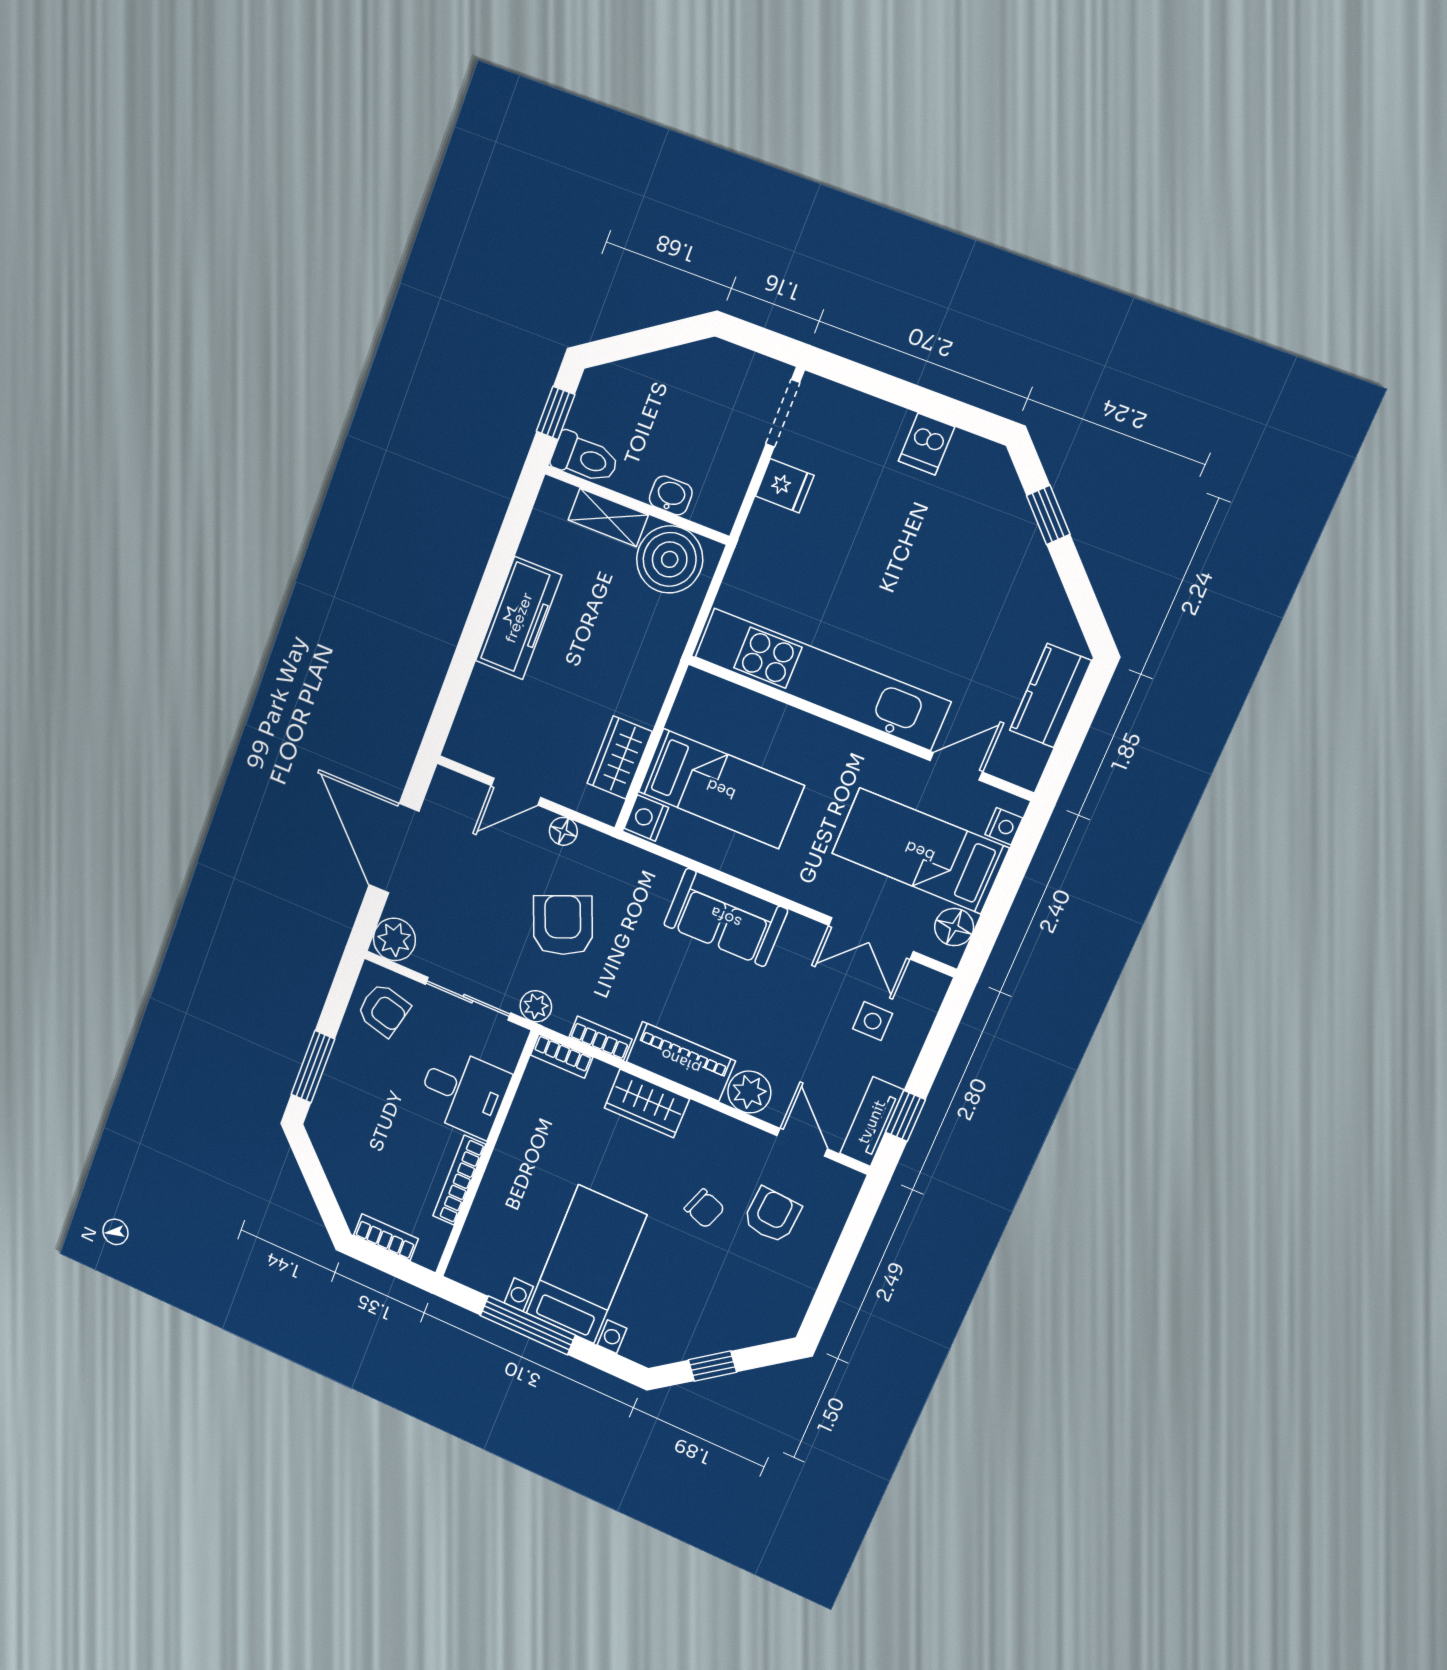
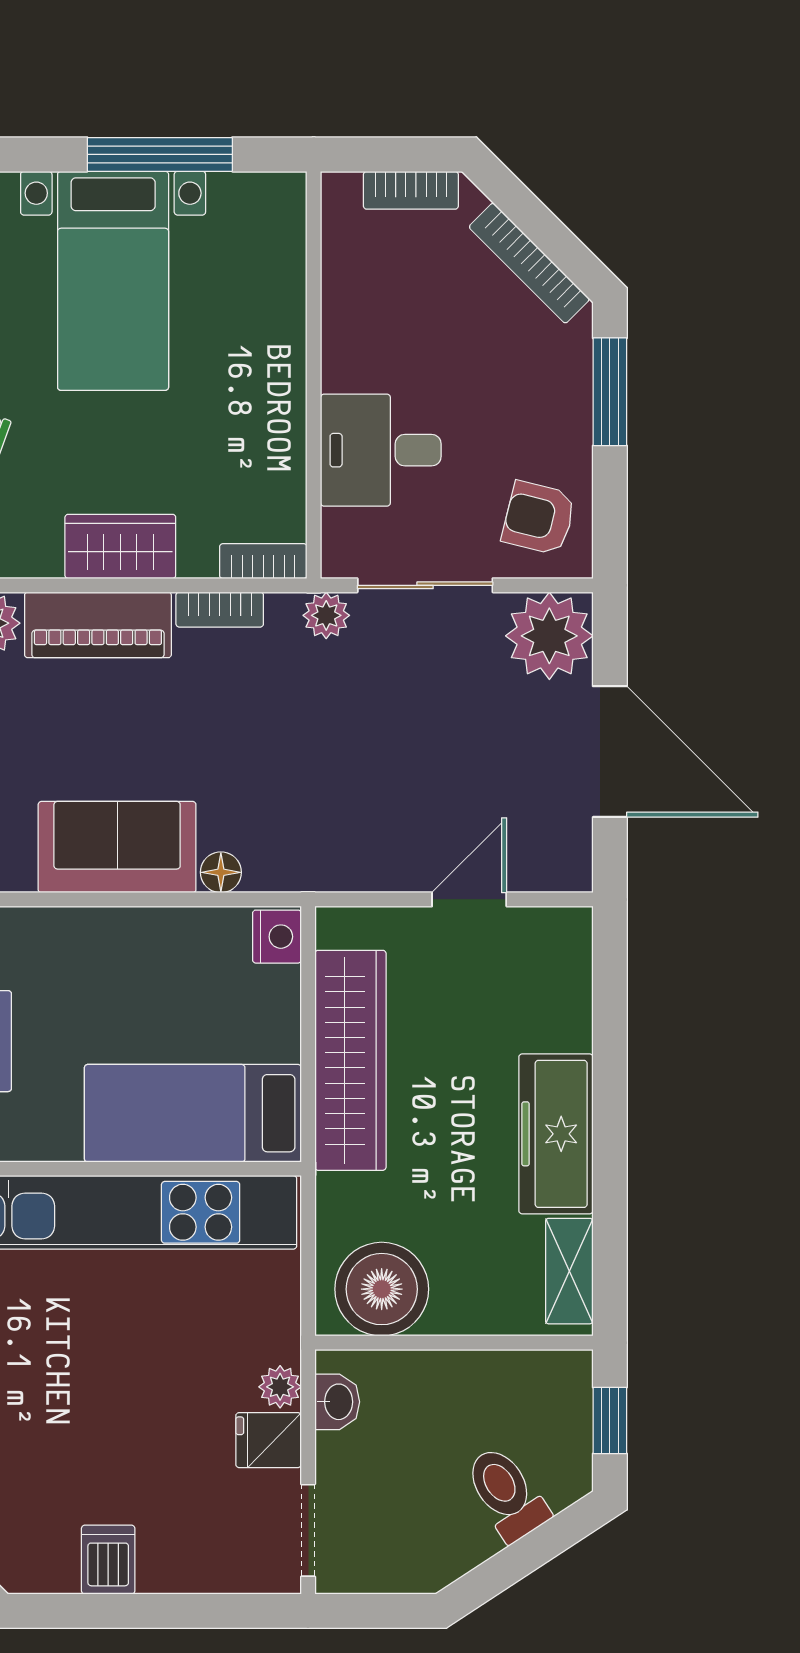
toilet: (585, 458) -> (506, 1493), moved, turned 57
washbasin: (671, 495) -> (337, 1402), moved, turned -90
shelving: (608, 517) -> (569, 1271), moved, turned 90
plant: (762, 519) -> (280, 1387), added
wardrobe: (620, 758) -> (350, 1060), width x2.10, depth x1.17
bed: (721, 789) -> (193, 1113), moved
floor lamp: (563, 831) -> (221, 872), moved
armchair: (563, 925) -> (333, 744), removed
plant: (394, 939) -> (549, 636), width x1.36, depth x1.36
bookcase: (459, 1180) -> (529, 263), moved, turned 135

